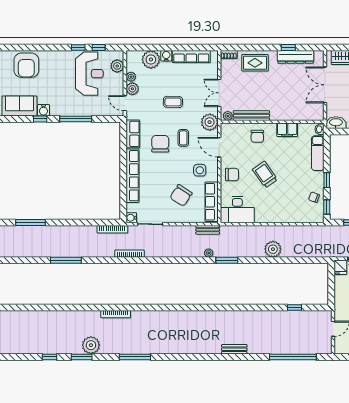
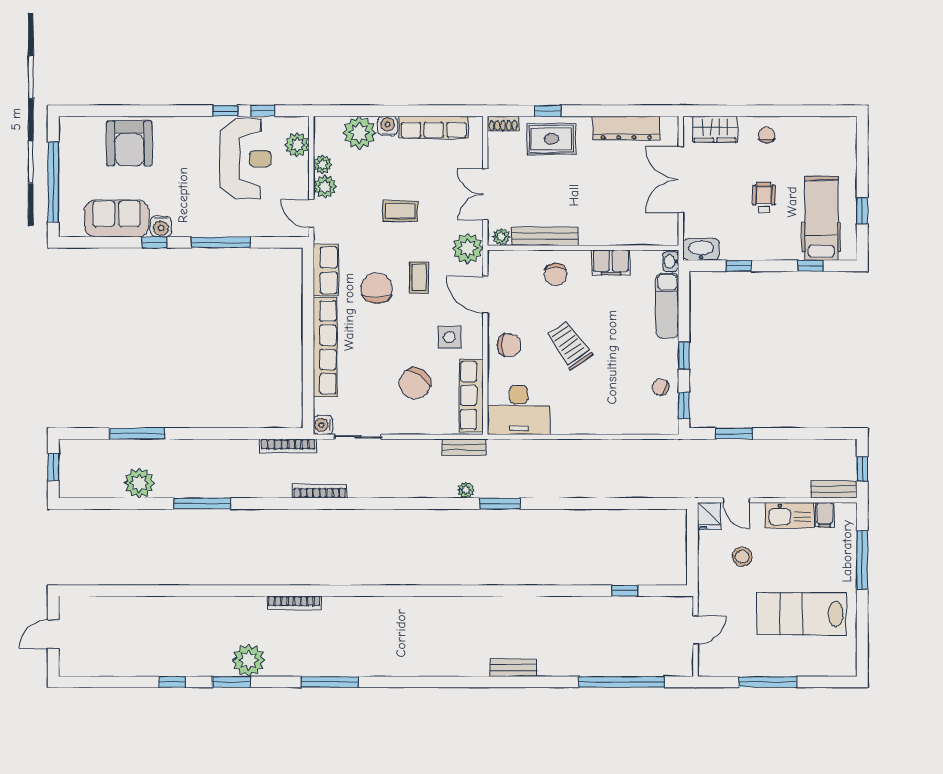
window: (288, 48) -> (548, 111), moved
plant: (273, 249) -> (139, 483), moved

